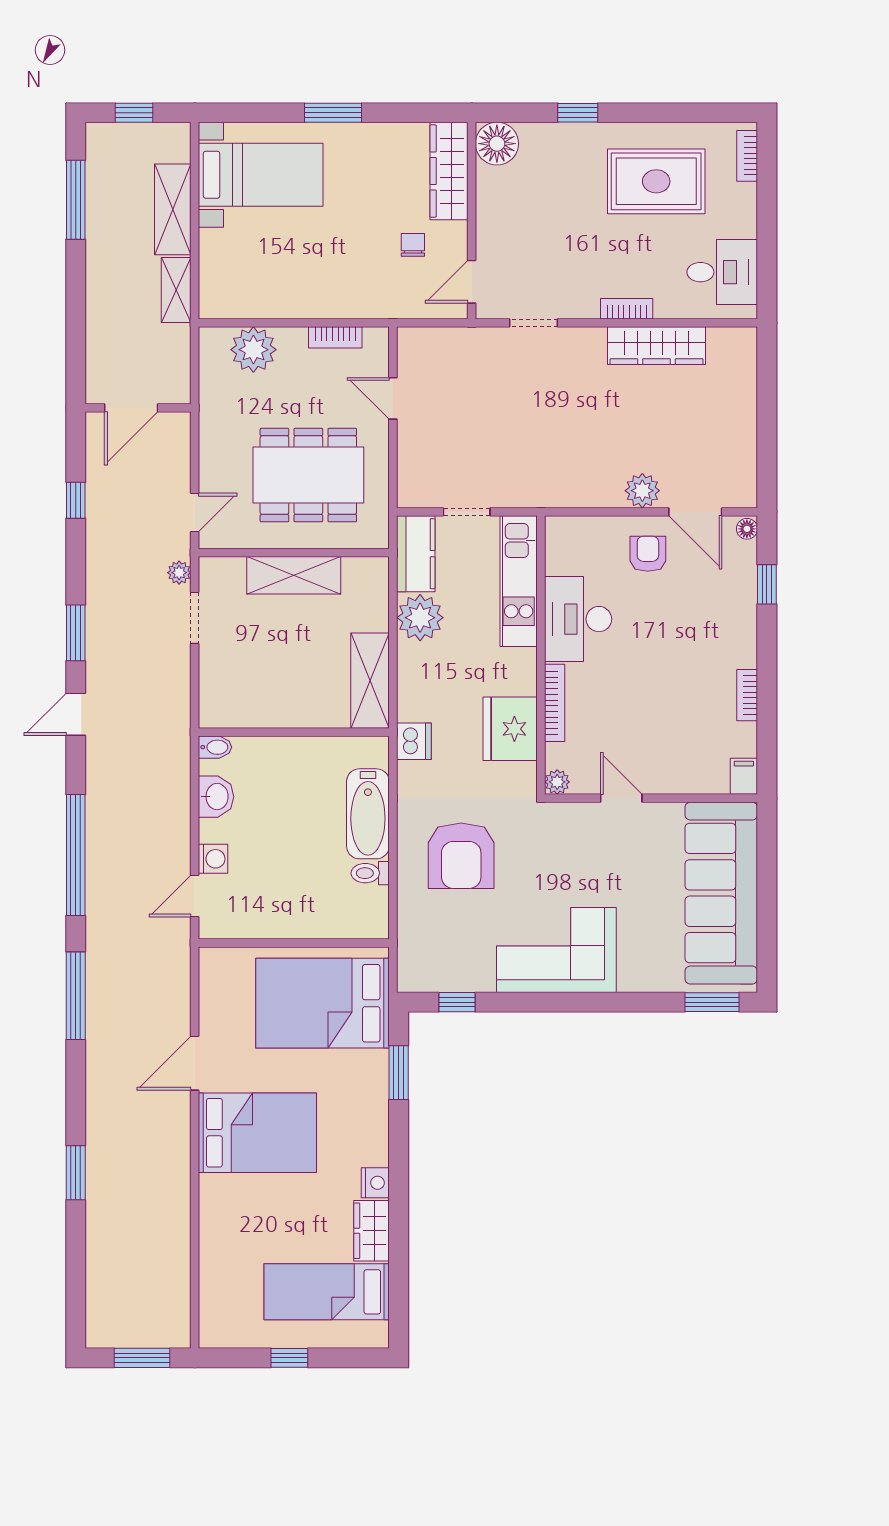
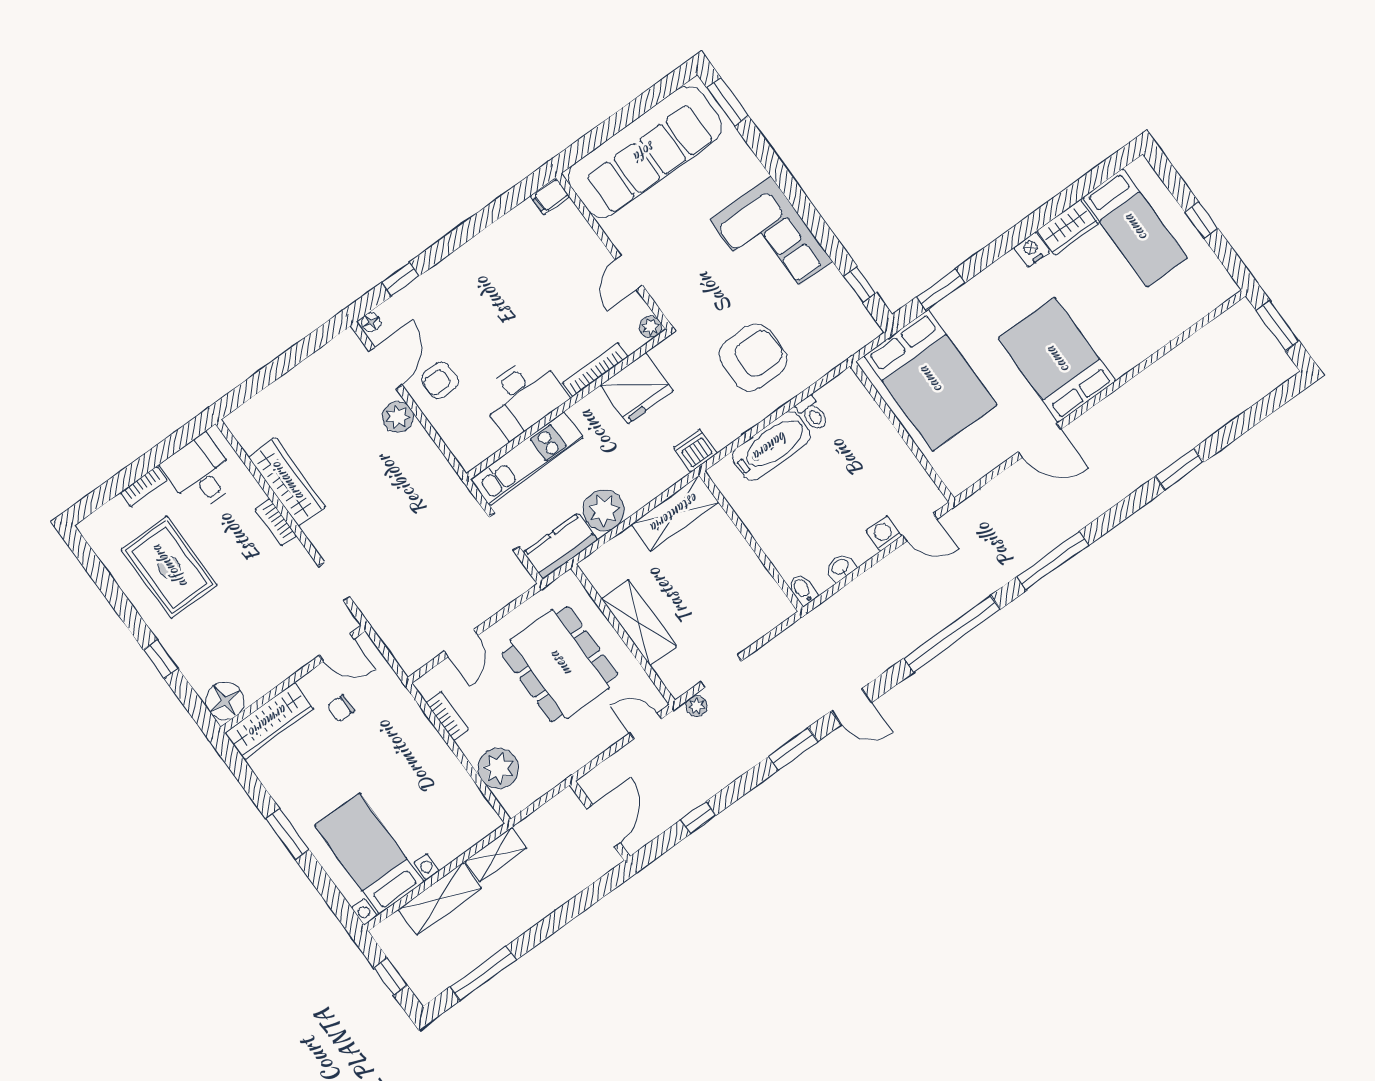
bookcase: (747, 156) -> (144, 487), moved
door: (131, 408) -> (603, 826), hinge flipped
bookcase: (747, 695) -> (490, 236), removed
washbasin: (216, 797) -> (840, 567), width x0.72, depth x0.69

